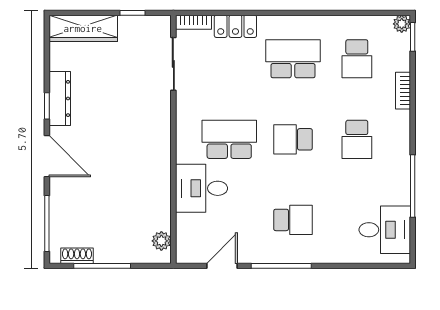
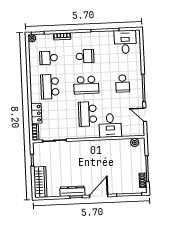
school desk: (357, 59) -> (49, 58), turned 180
school desk: (293, 139) -> (86, 85), width x1.85
school desk: (293, 220) -> (123, 83), turned 180

